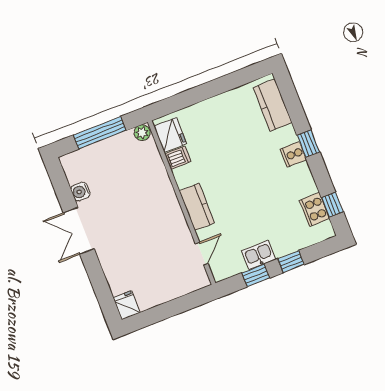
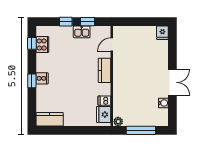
kitchen counter: (273, 105) -> (50, 119), moved, turned -90

